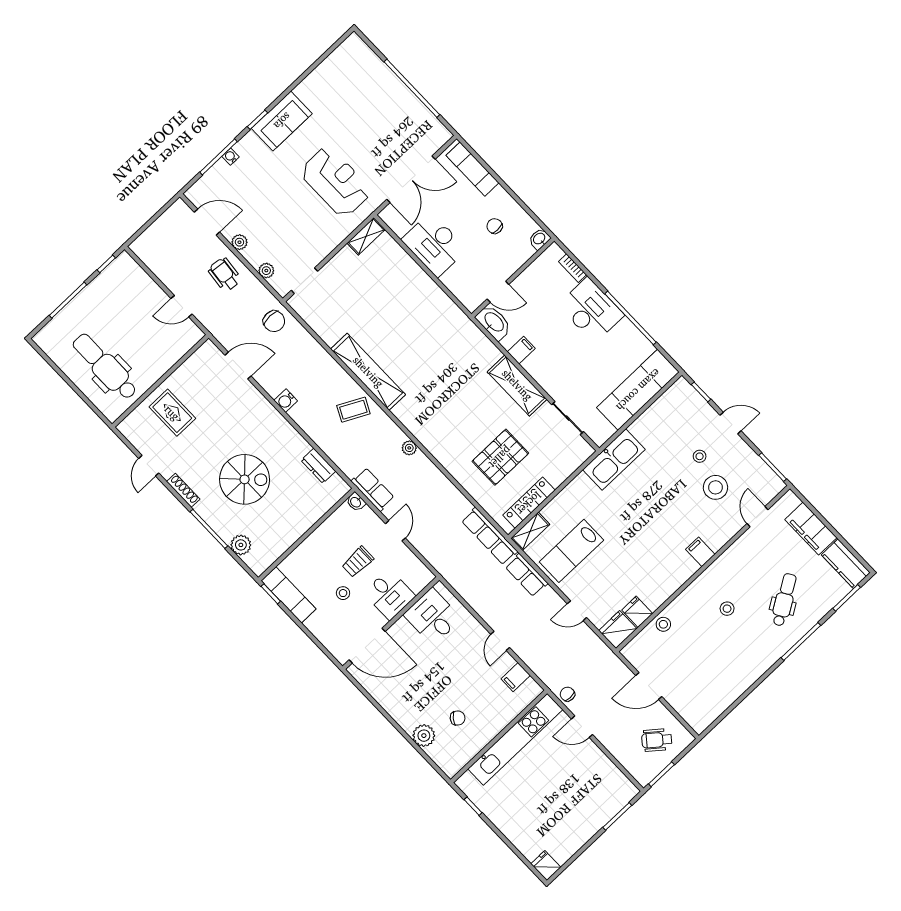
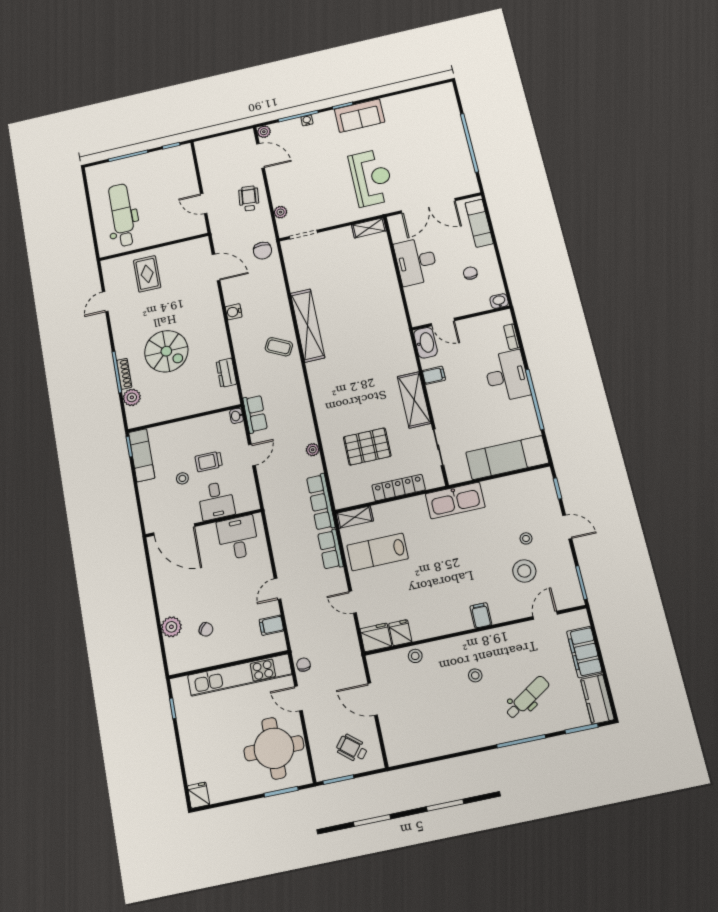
plant: (239, 242) -> (264, 132), moved
plant: (409, 448) -> (313, 450), moved
shoe rack: (183, 490) -> (124, 374), moved
locker: (529, 503) -> (399, 488), moved
round table: (587, 783) -> (274, 748), added

